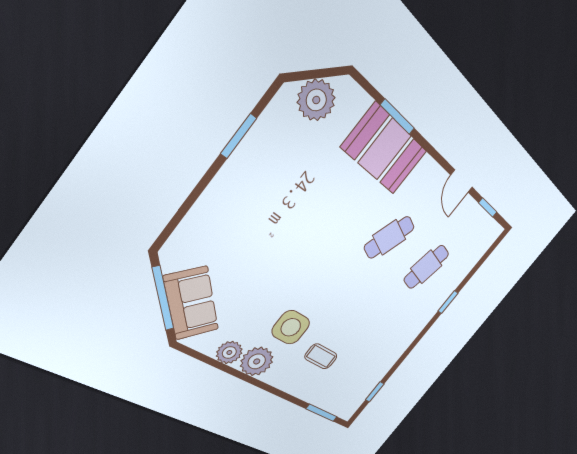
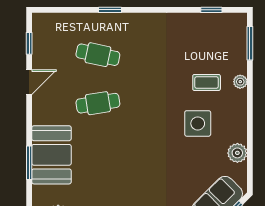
cafe table: (389, 237) -> (98, 103), turned -30
coffee table: (321, 356) -> (207, 82), turned 90
plant: (257, 361) -> (240, 82), moved, width x0.53, depth x0.53

